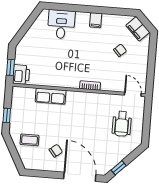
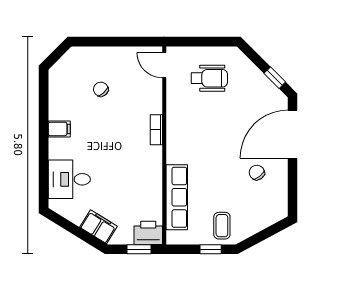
filing cabinet: (138, 29) -> (98, 227), moved, turned -103
door: (133, 94) -> (164, 65), hinge flipped
row of seats: (51, 96) -> (177, 197), width x1.48
coffee table: (29, 140) -> (222, 226), moved

